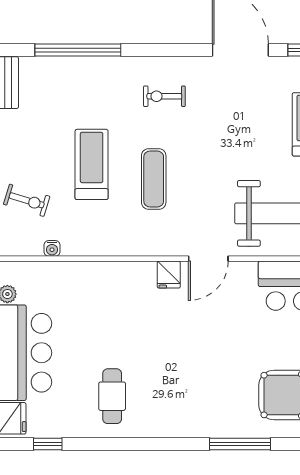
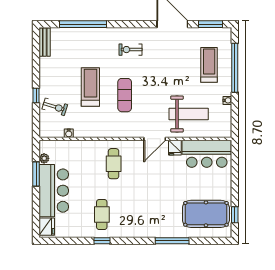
fridge: (169, 275) -> (175, 148), moved
cafe table: (134, 304) -> (114, 164), added
window: (48, 444) -> (102, 241), moved

